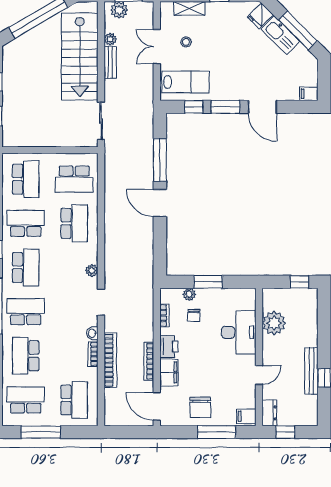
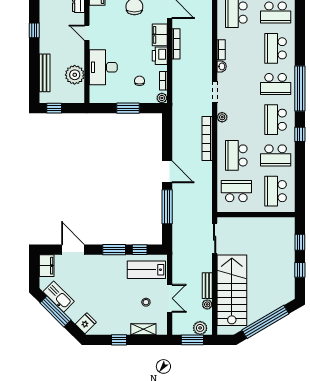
kitchen sink: (280, 35) -> (59, 297), moved
filing cabinet: (309, 94) -> (47, 266), width x2.00
door: (262, 107) -> (73, 250), moved
plant: (189, 294) -> (162, 98), moved
school desk: (26, 356) -> (276, 48), turned 180
bookcase: (110, 360) -> (207, 139), moved
bench: (311, 371) -> (45, 73), moved
door: (259, 375) -> (87, 33), hinge flipped

